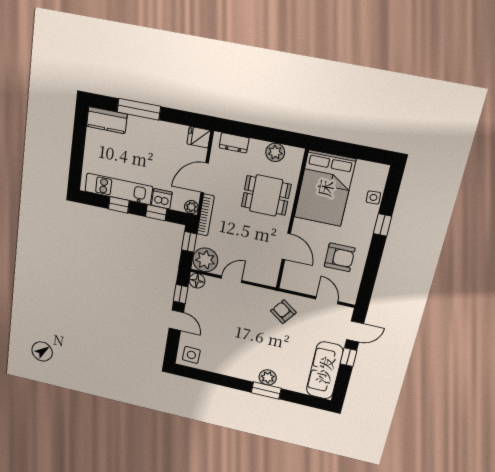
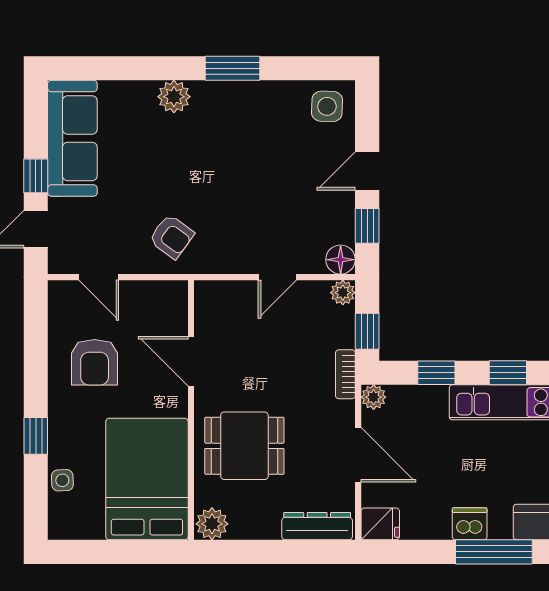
dresser: (234, 143) -> (317, 526), width x1.44
plant: (275, 152) -> (212, 524), moved
door: (205, 178) -> (358, 455), hinge flipped
dishwasher: (162, 199) -> (470, 524), moved, turned 180
bookcase: (206, 215) -> (345, 374), width x0.64
armchair: (340, 257) -> (95, 362), turned -90
plant: (205, 260) -> (343, 293), width x0.53, depth x0.53
door: (176, 320) -> (367, 171), hinge flipped
window: (266, 391) -> (233, 68), moved

